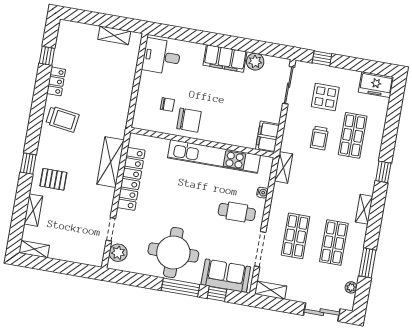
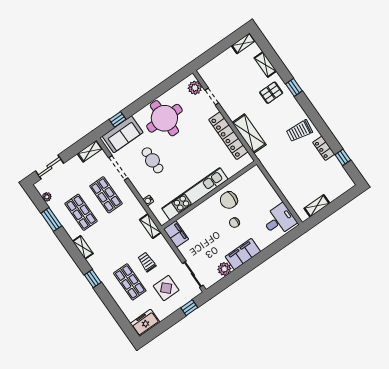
chair: (167, 104) -> (234, 223), moved
cafe table: (237, 212) -> (152, 160), moved, turned 90
window: (181, 287) -> (141, 103), removed

